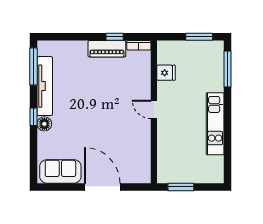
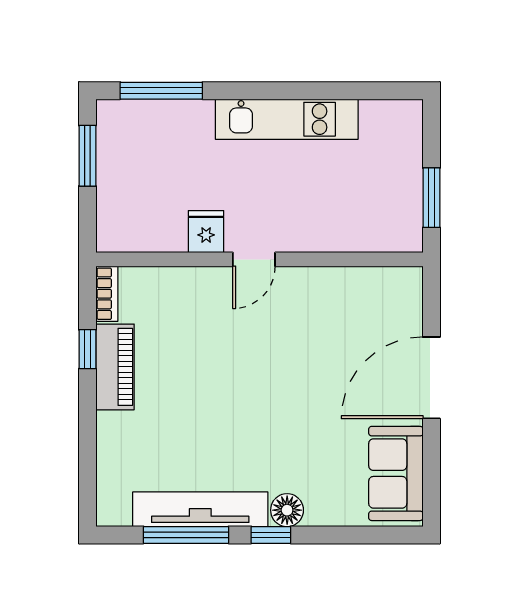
window: (34, 66) -> (186, 535), moved
fridge: (166, 73) -> (206, 232), moved

